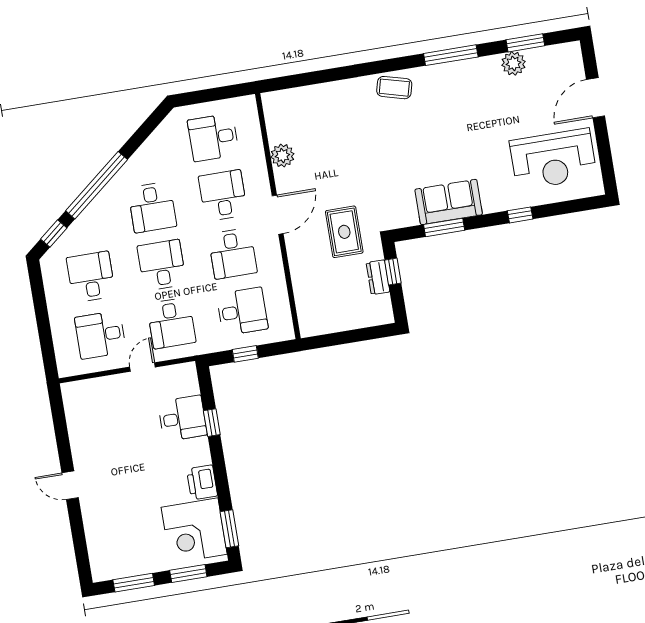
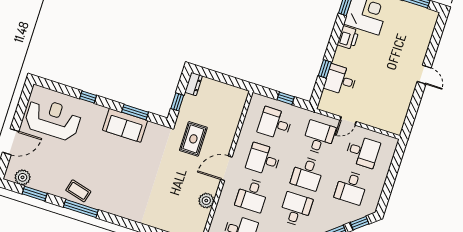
plant: (513, 63) -> (23, 177), moved
coffee table: (394, 88) -> (78, 191), moved
desk: (233, 253) -> (263, 159), turned -90
dresser: (378, 277) -> (194, 84), moved

